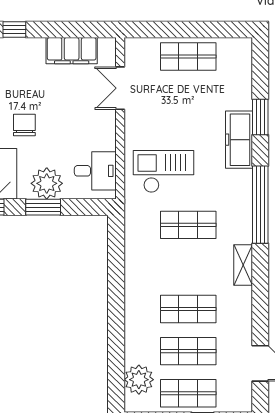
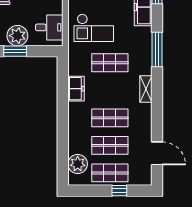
checkout: (163, 171) -> (94, 28), turned 180
window: (260, 205) -> (157, 50), width x0.68
freezer: (136, 264) -> (76, 89), added

